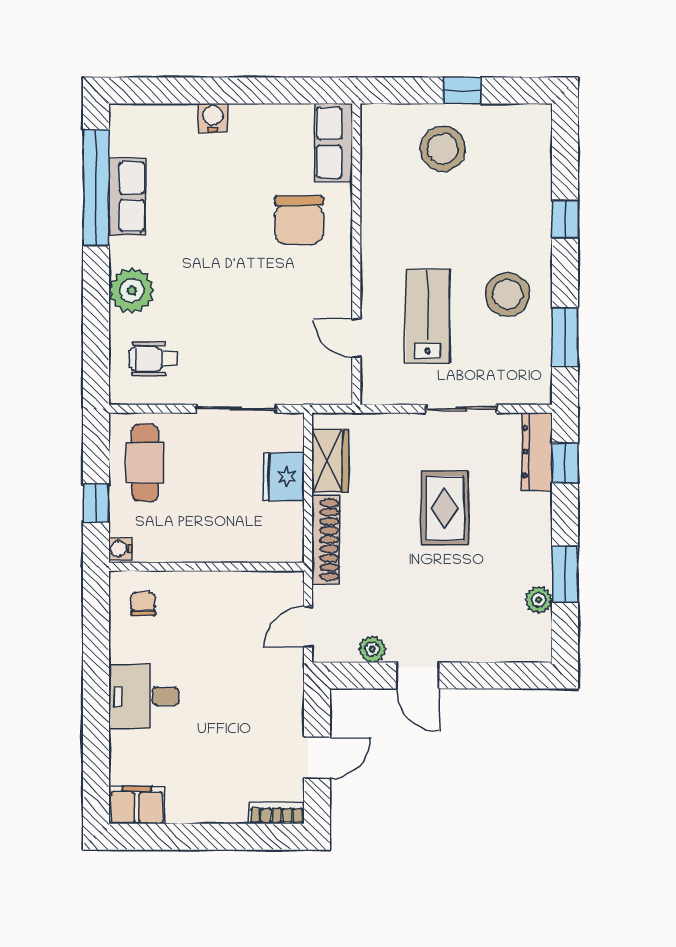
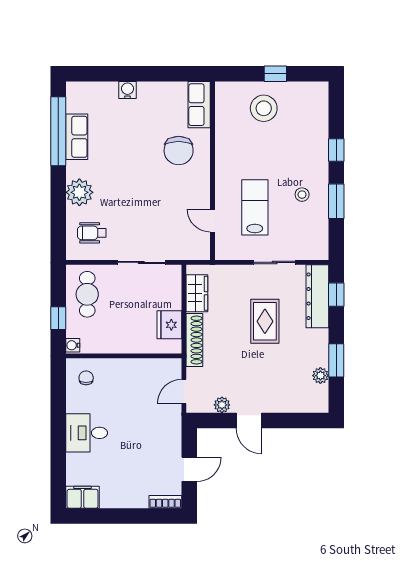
stool: (507, 294) -> (302, 195), width x0.53, depth x0.53
window: (565, 337) -> (336, 201), moved
dresser: (537, 452) -> (317, 296), width x1.37, depth x1.24
fridge: (283, 477) -> (169, 325), moved

